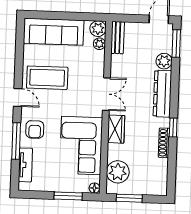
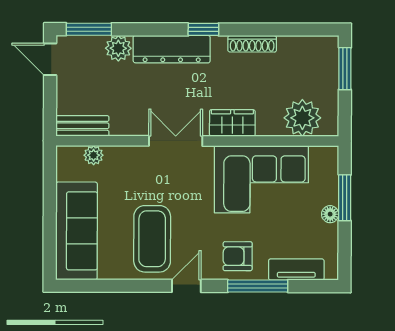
plant: (98, 29) -> (69, 158), removed
window: (173, 128) -> (203, 29), moved
armchair: (35, 129) -> (238, 256), turned 180
floor lamp: (94, 188) -> (330, 214), moved
window: (129, 198) -> (345, 69), moved

